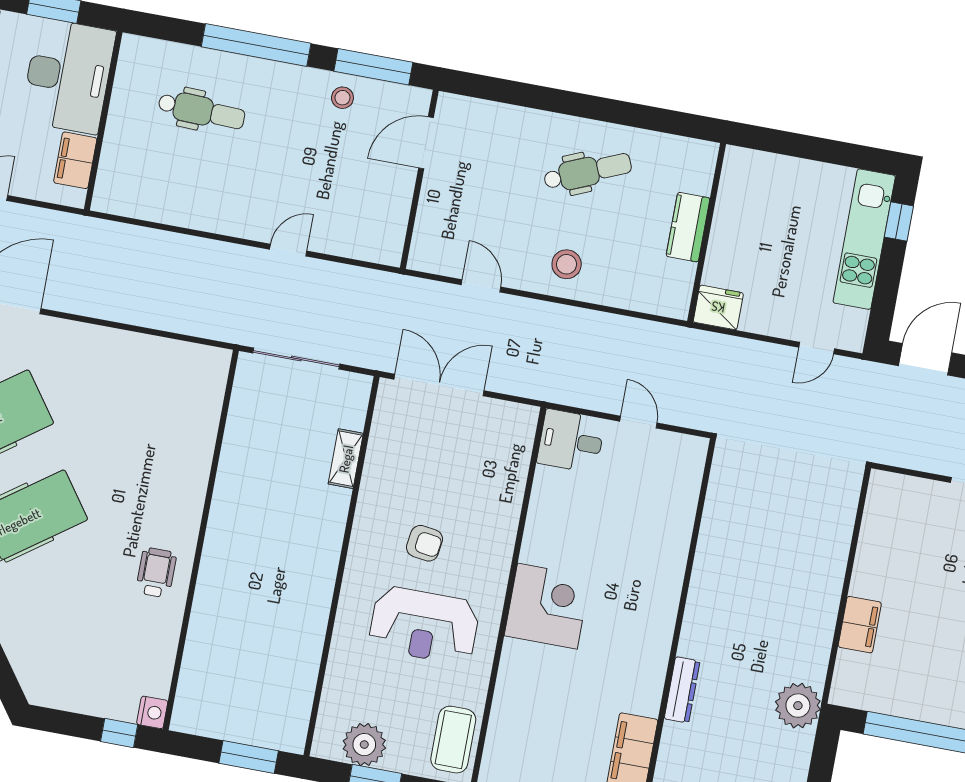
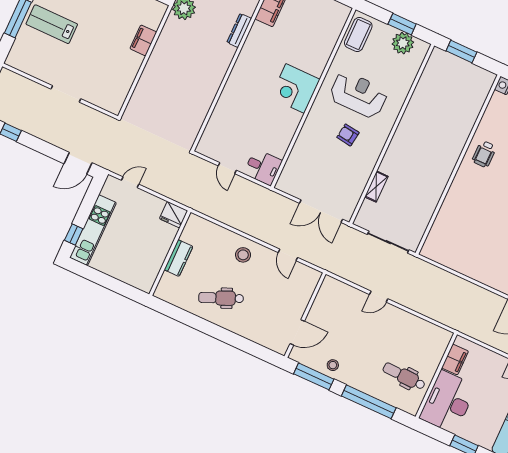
desk: (68, 76) -> (448, 402), moved
wall: (103, 121) -> (436, 376), moved
filing cabinet: (75, 160) -> (455, 359), moved

